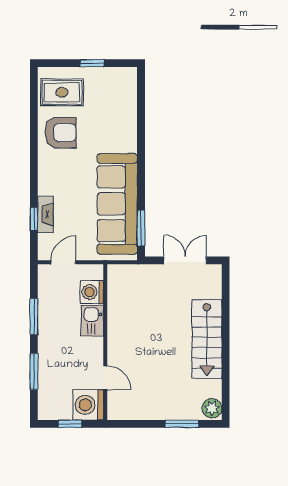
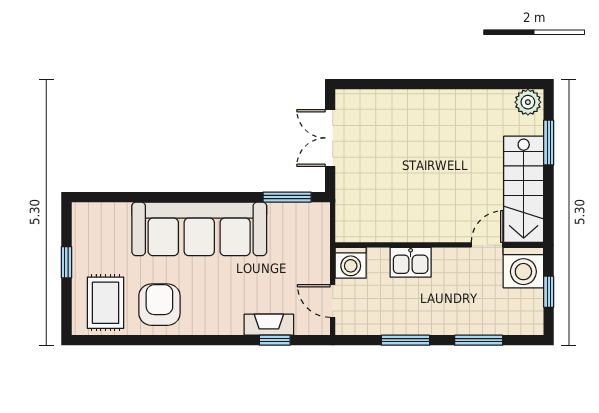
sofa: (117, 204) -> (199, 229), moved
washing machine: (92, 292) -> (351, 263), moved
stairs: (207, 339) -> (524, 189), moved, turned 90

